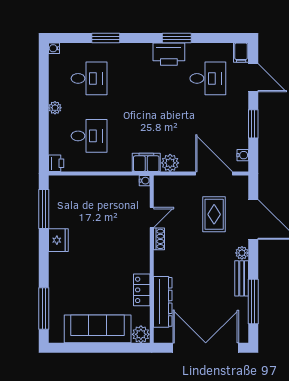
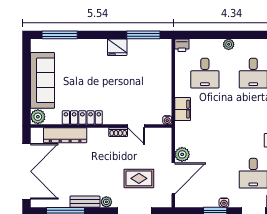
water cooler: (243, 155) -> (224, 203), moved
filing cabinet: (146, 162) -> (183, 109), moved
plant: (170, 163) -> (182, 154), moved
locker: (142, 290) -> (82, 117), width x1.53

